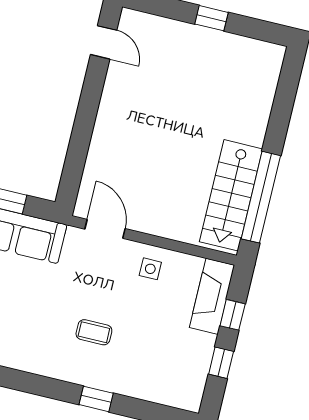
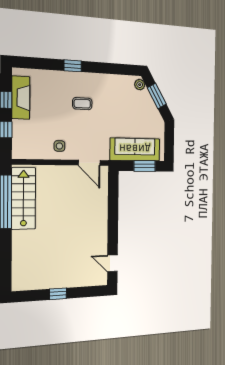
fireplace: (212, 296) -> (21, 98), moved

